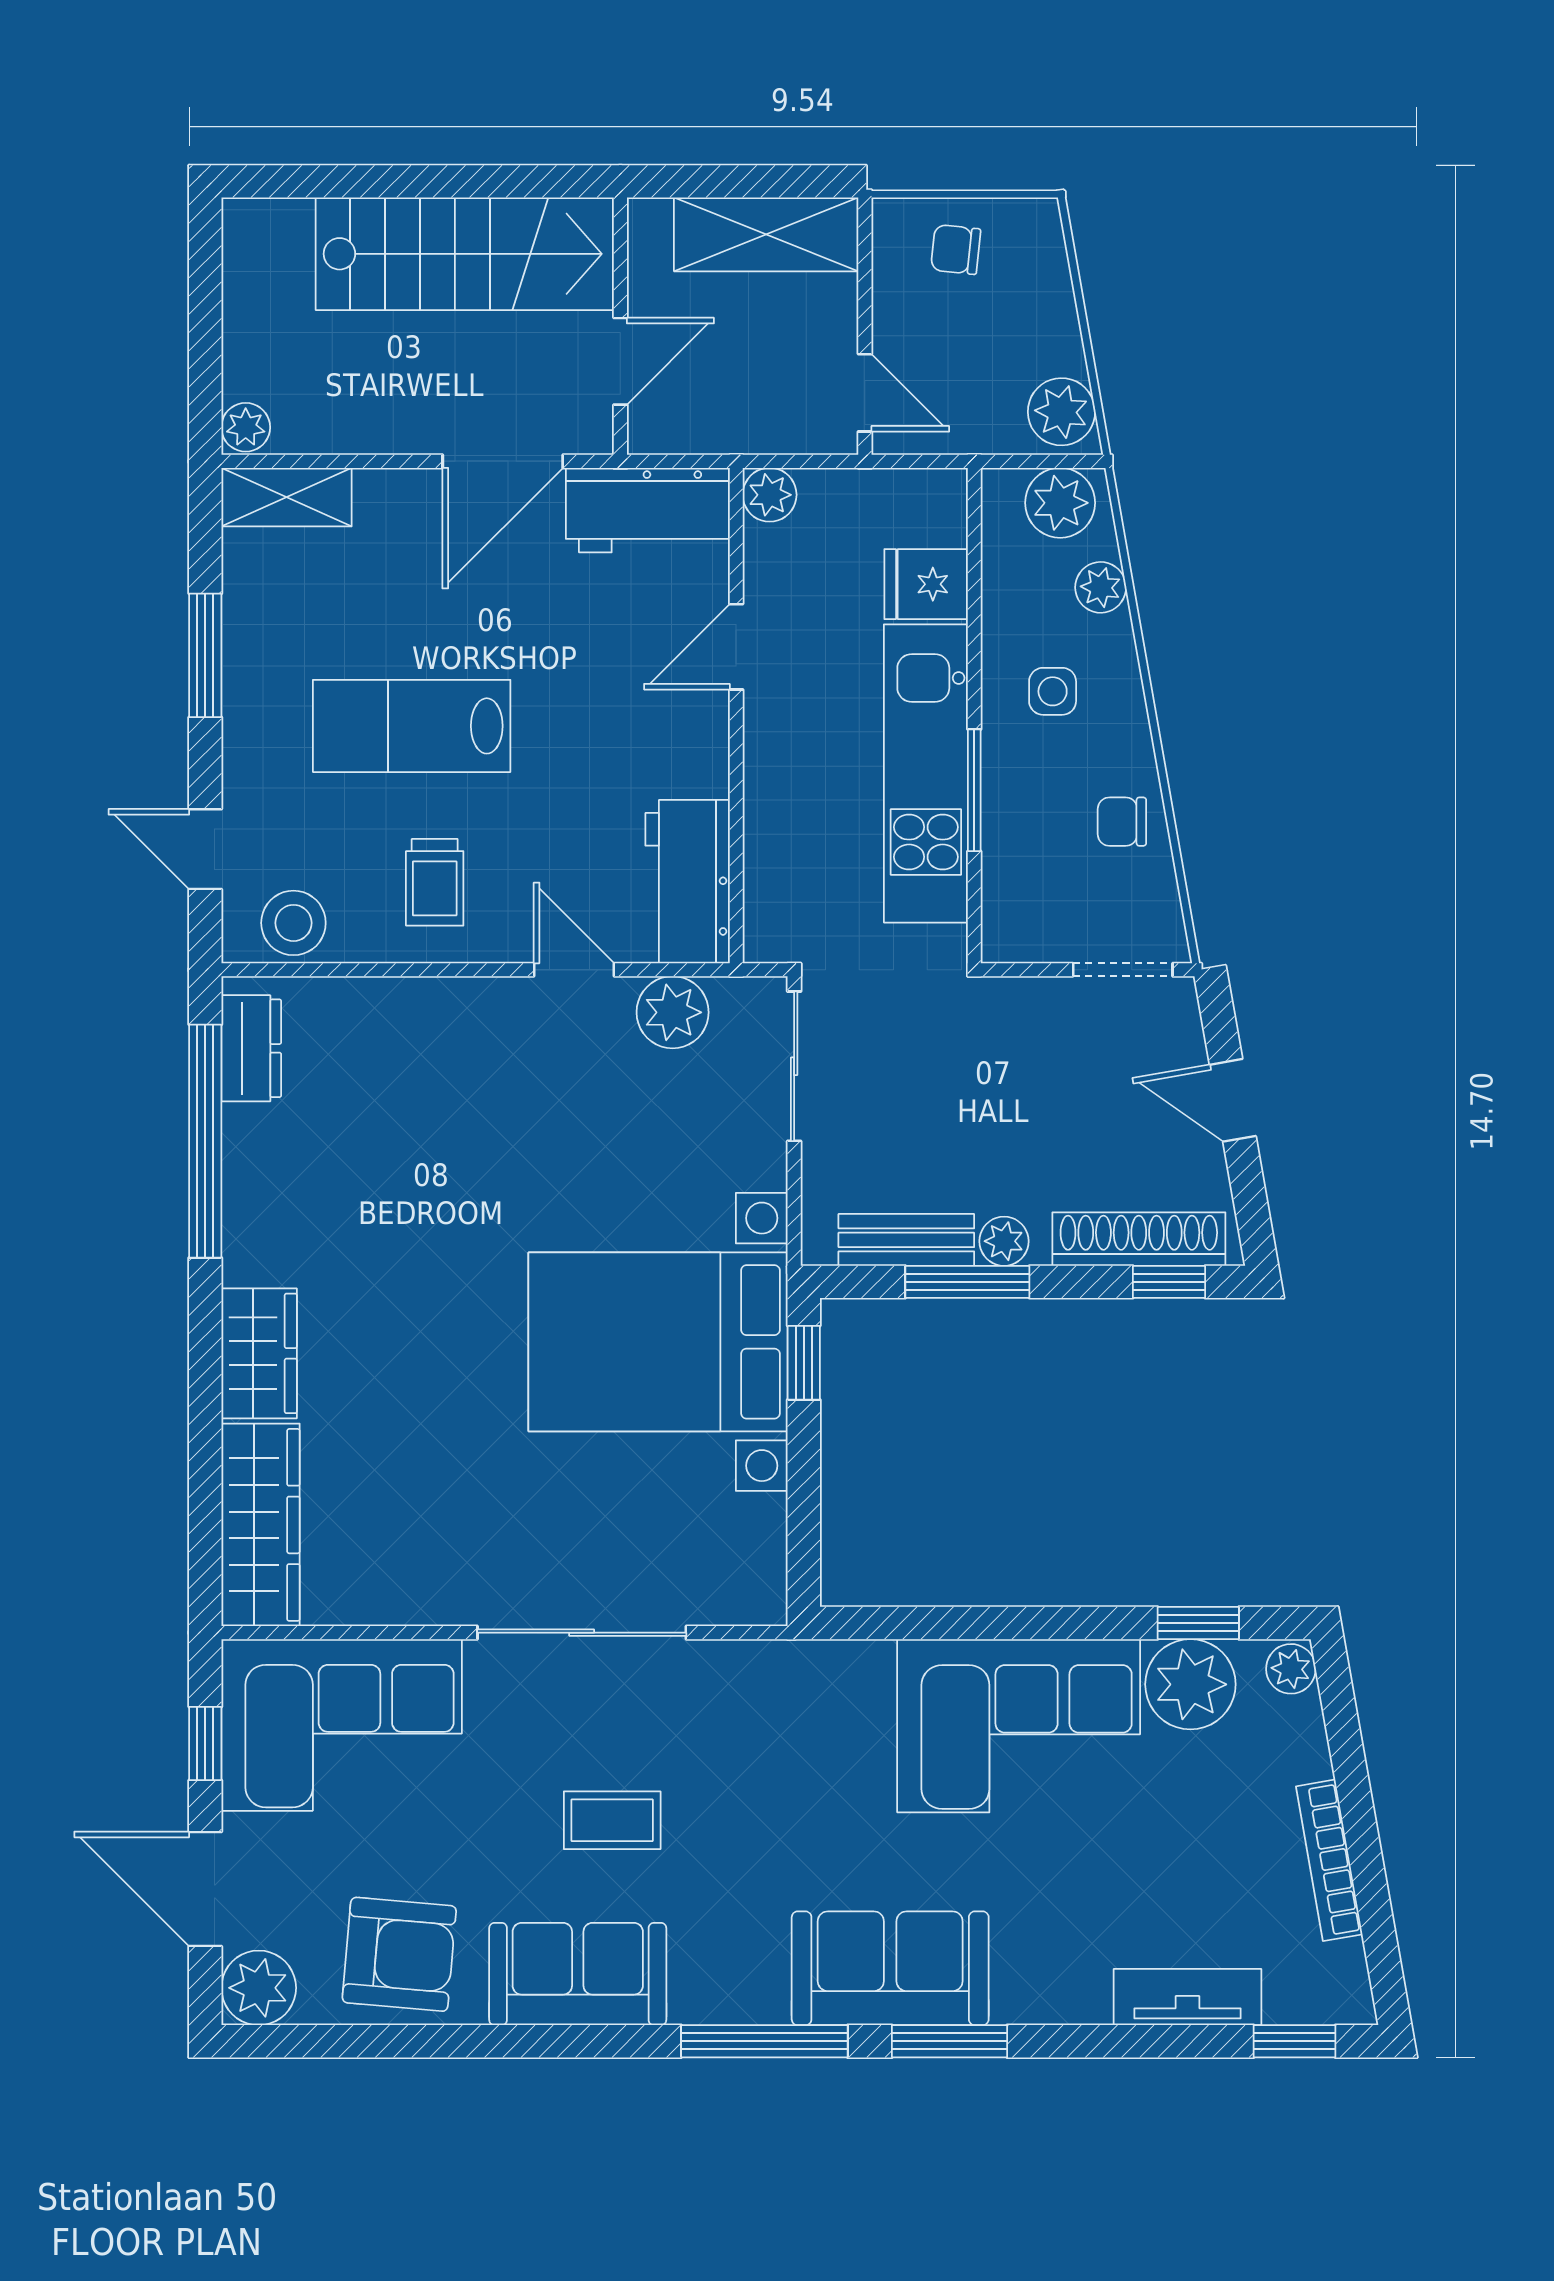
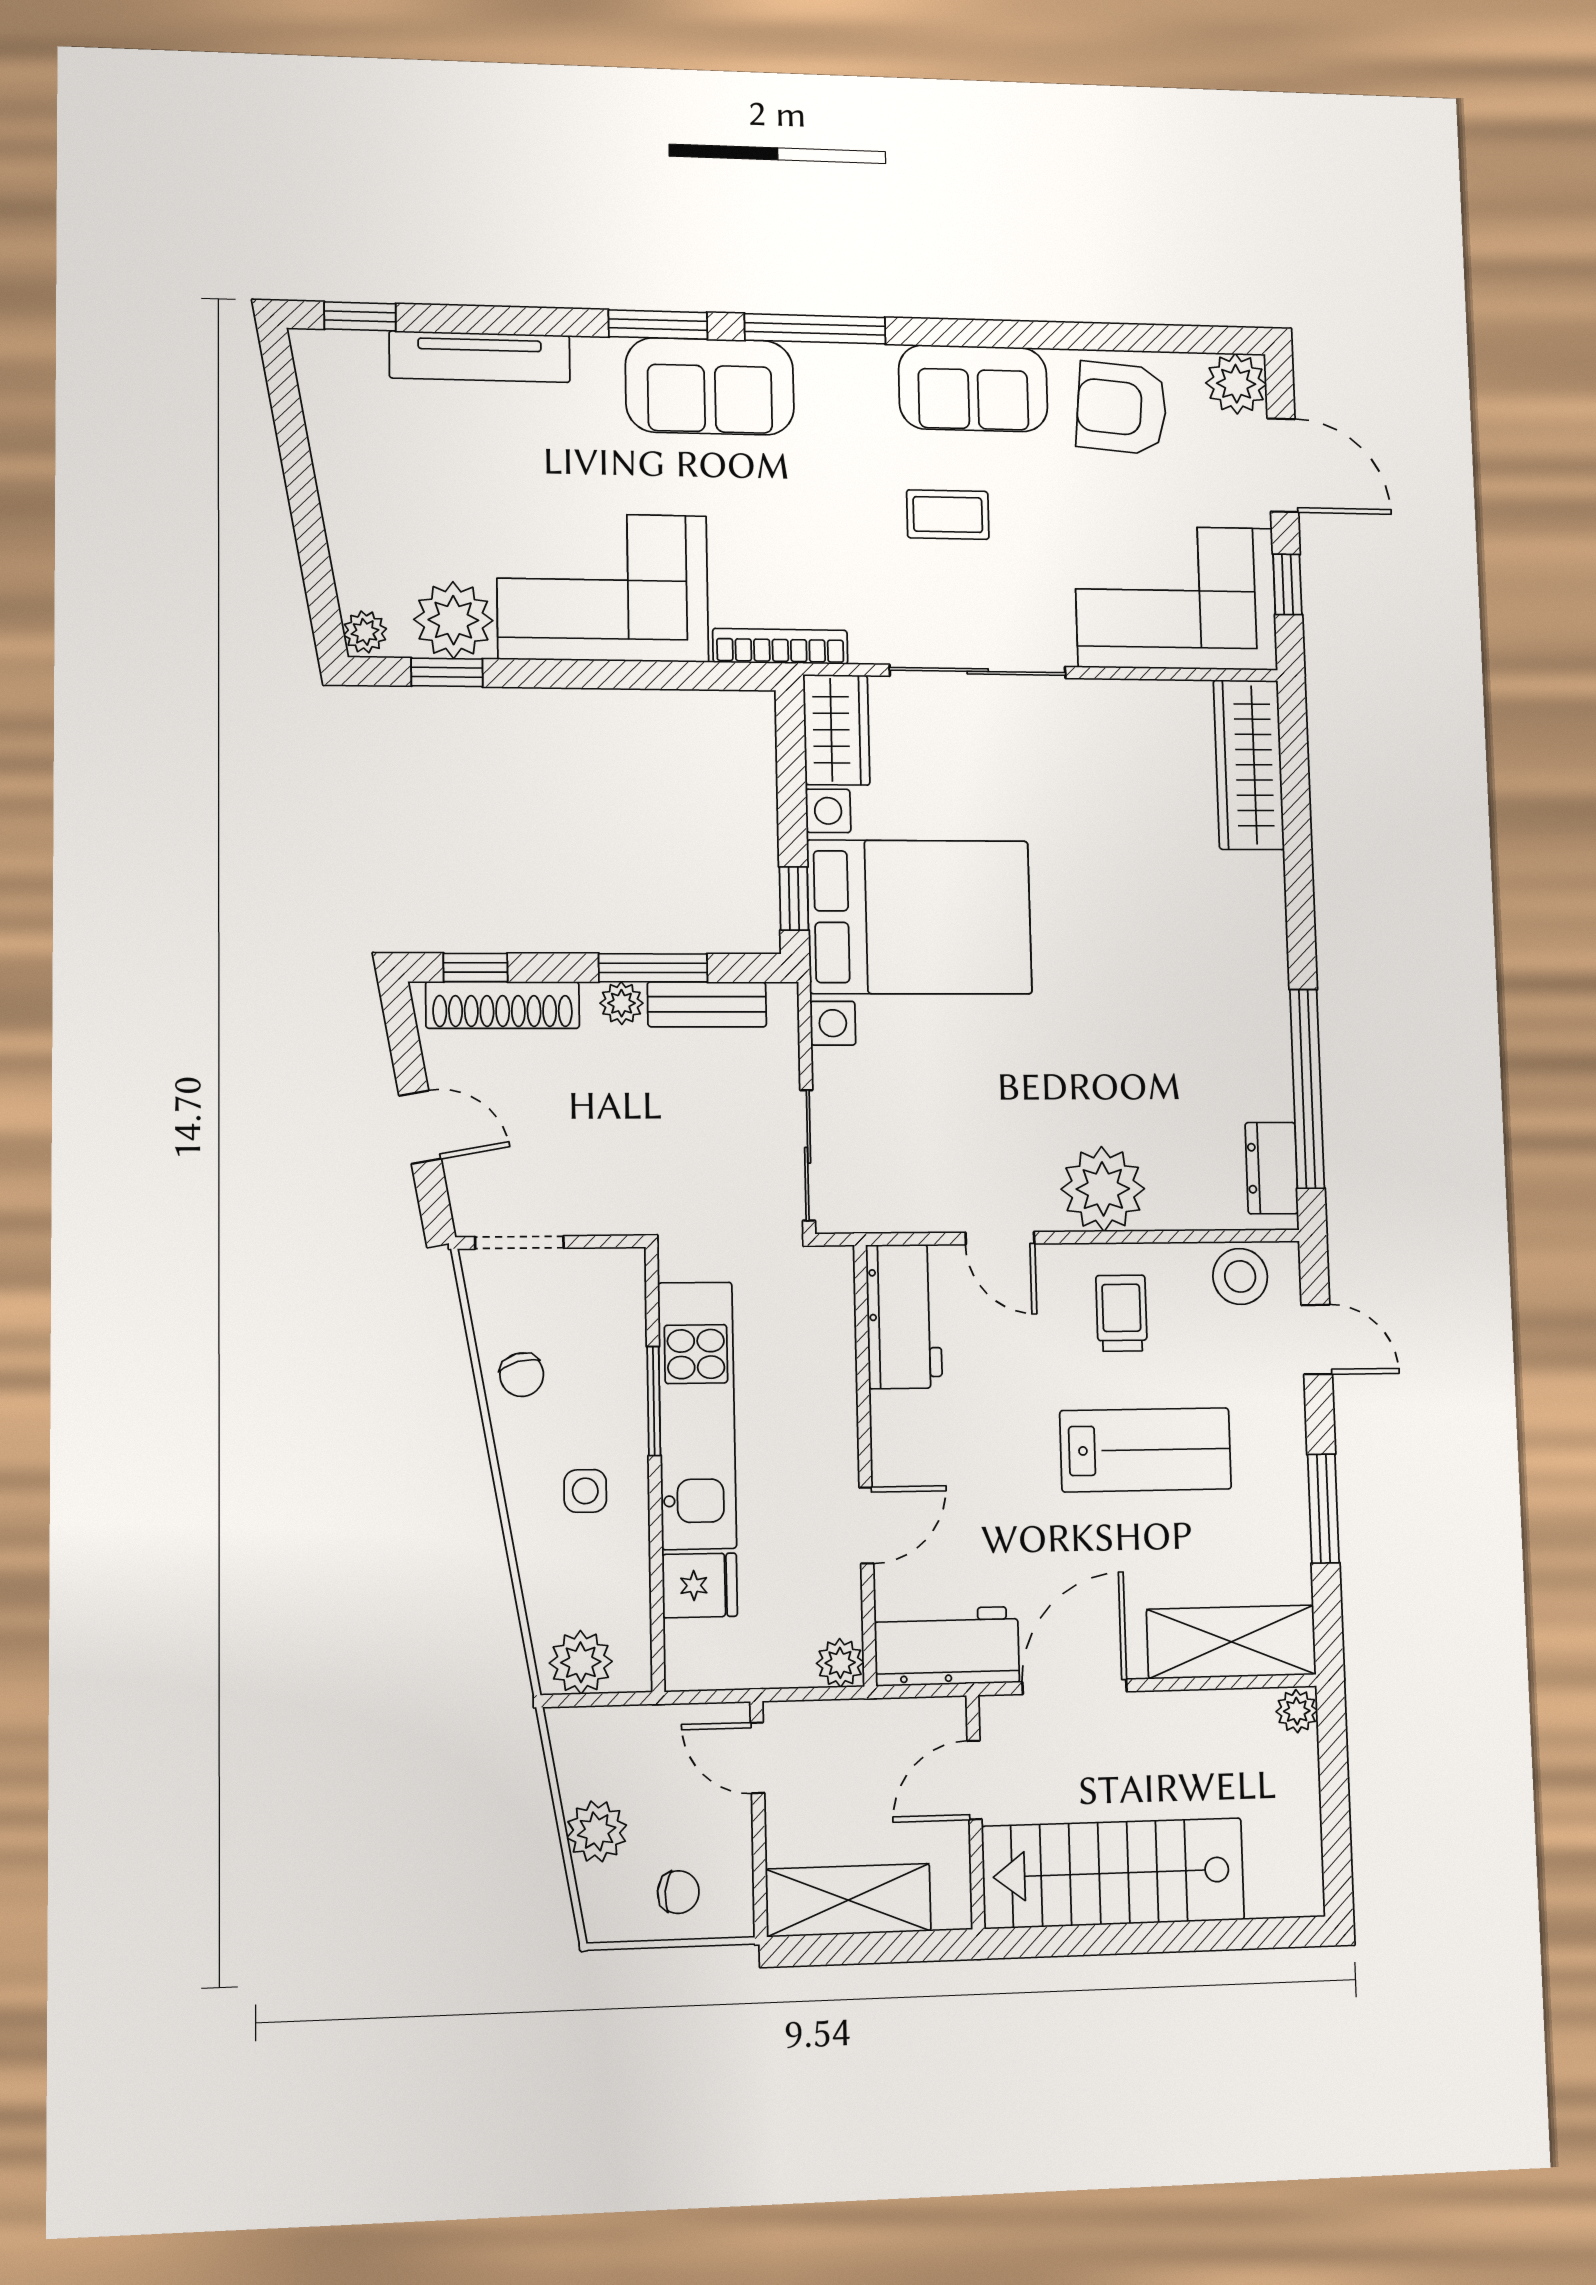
plant: (1061, 412) -> (597, 1831), moved
shelving: (287, 497) -> (1231, 1642), width x1.50, depth x1.33
plant: (1101, 587) -> (543, 1586), removed
chair: (1122, 822) -> (522, 1375), turned 75
plant: (673, 1012) -> (1103, 1189), moved, width x1.36, depth x1.36
wardrobe: (259, 1353) -> (836, 730), moved, turned 180
bookcase: (1329, 1860) -> (780, 646), moved, turned -80
tv unit: (1187, 1997) -> (480, 357), width x1.41

